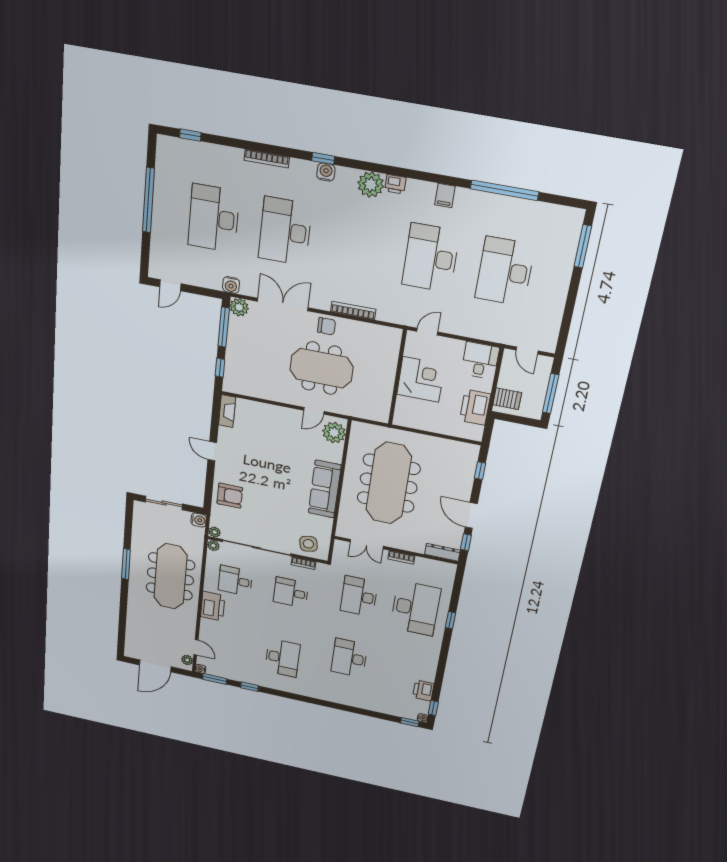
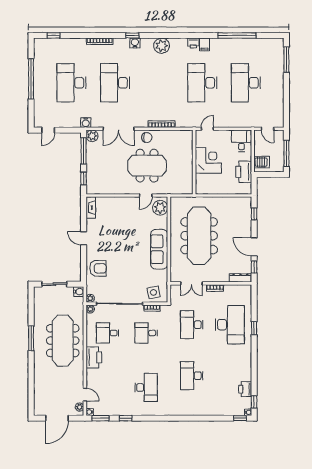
printer: (395, 184) -> (193, 43), moved
double door: (283, 304) -> (119, 129), swing flipped

